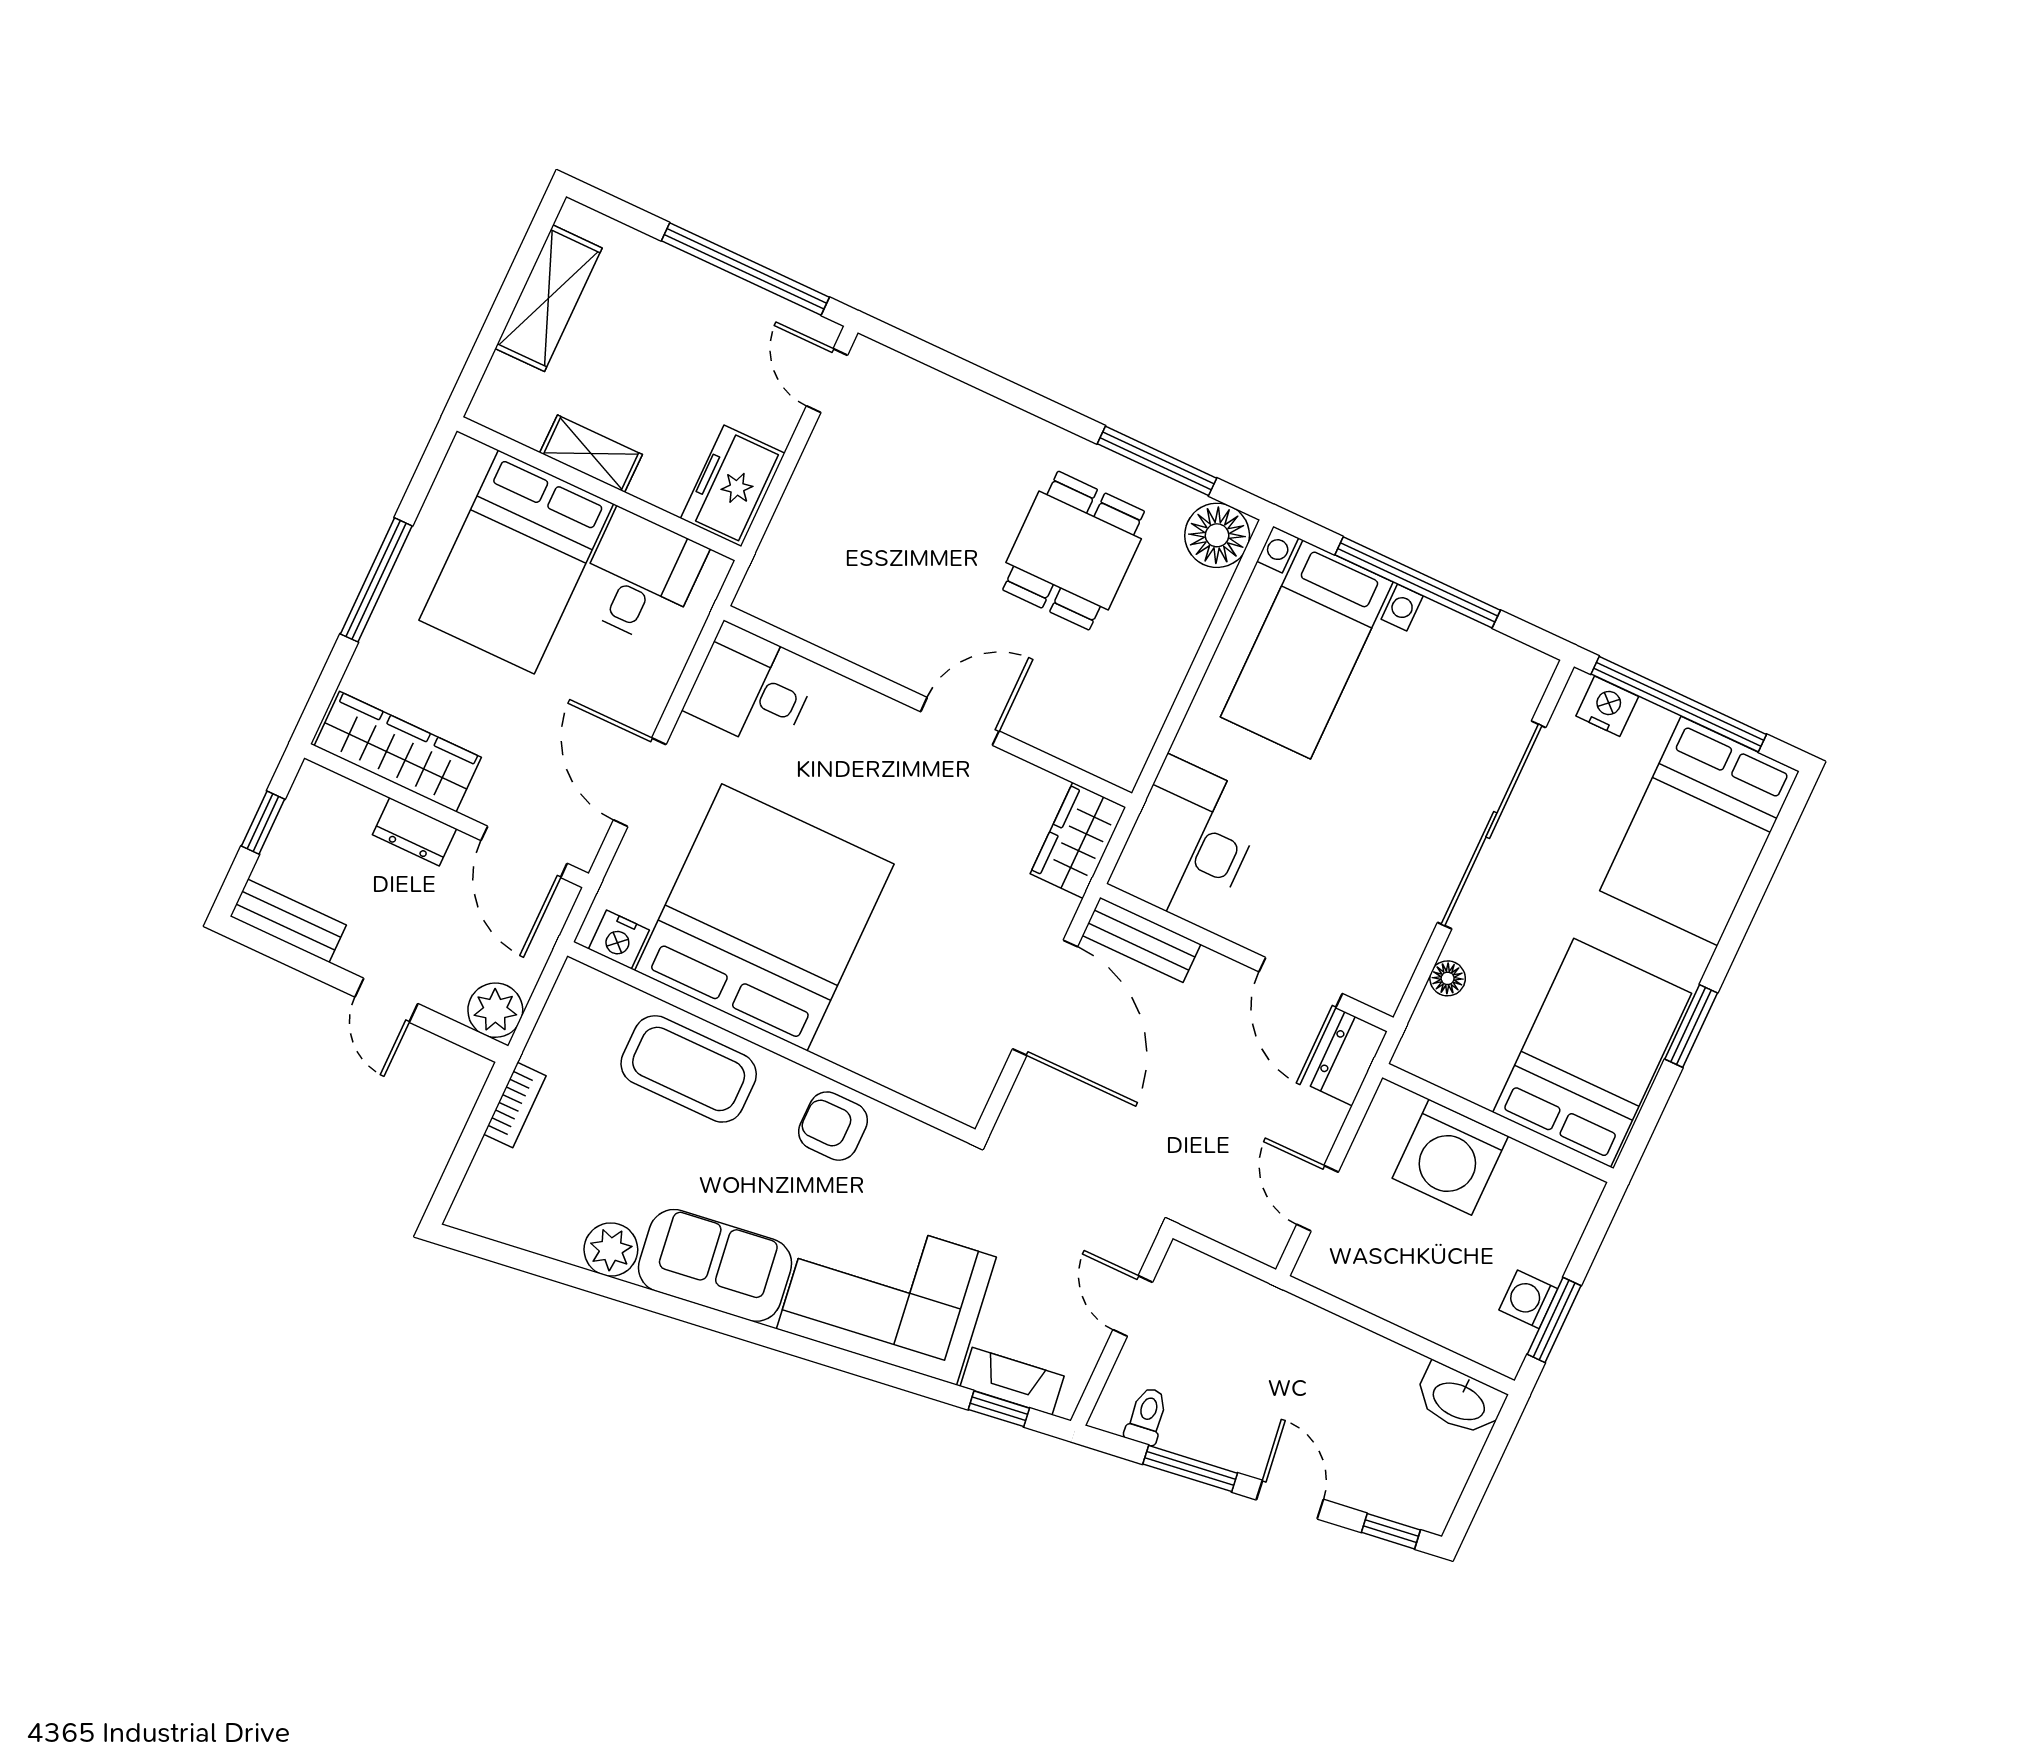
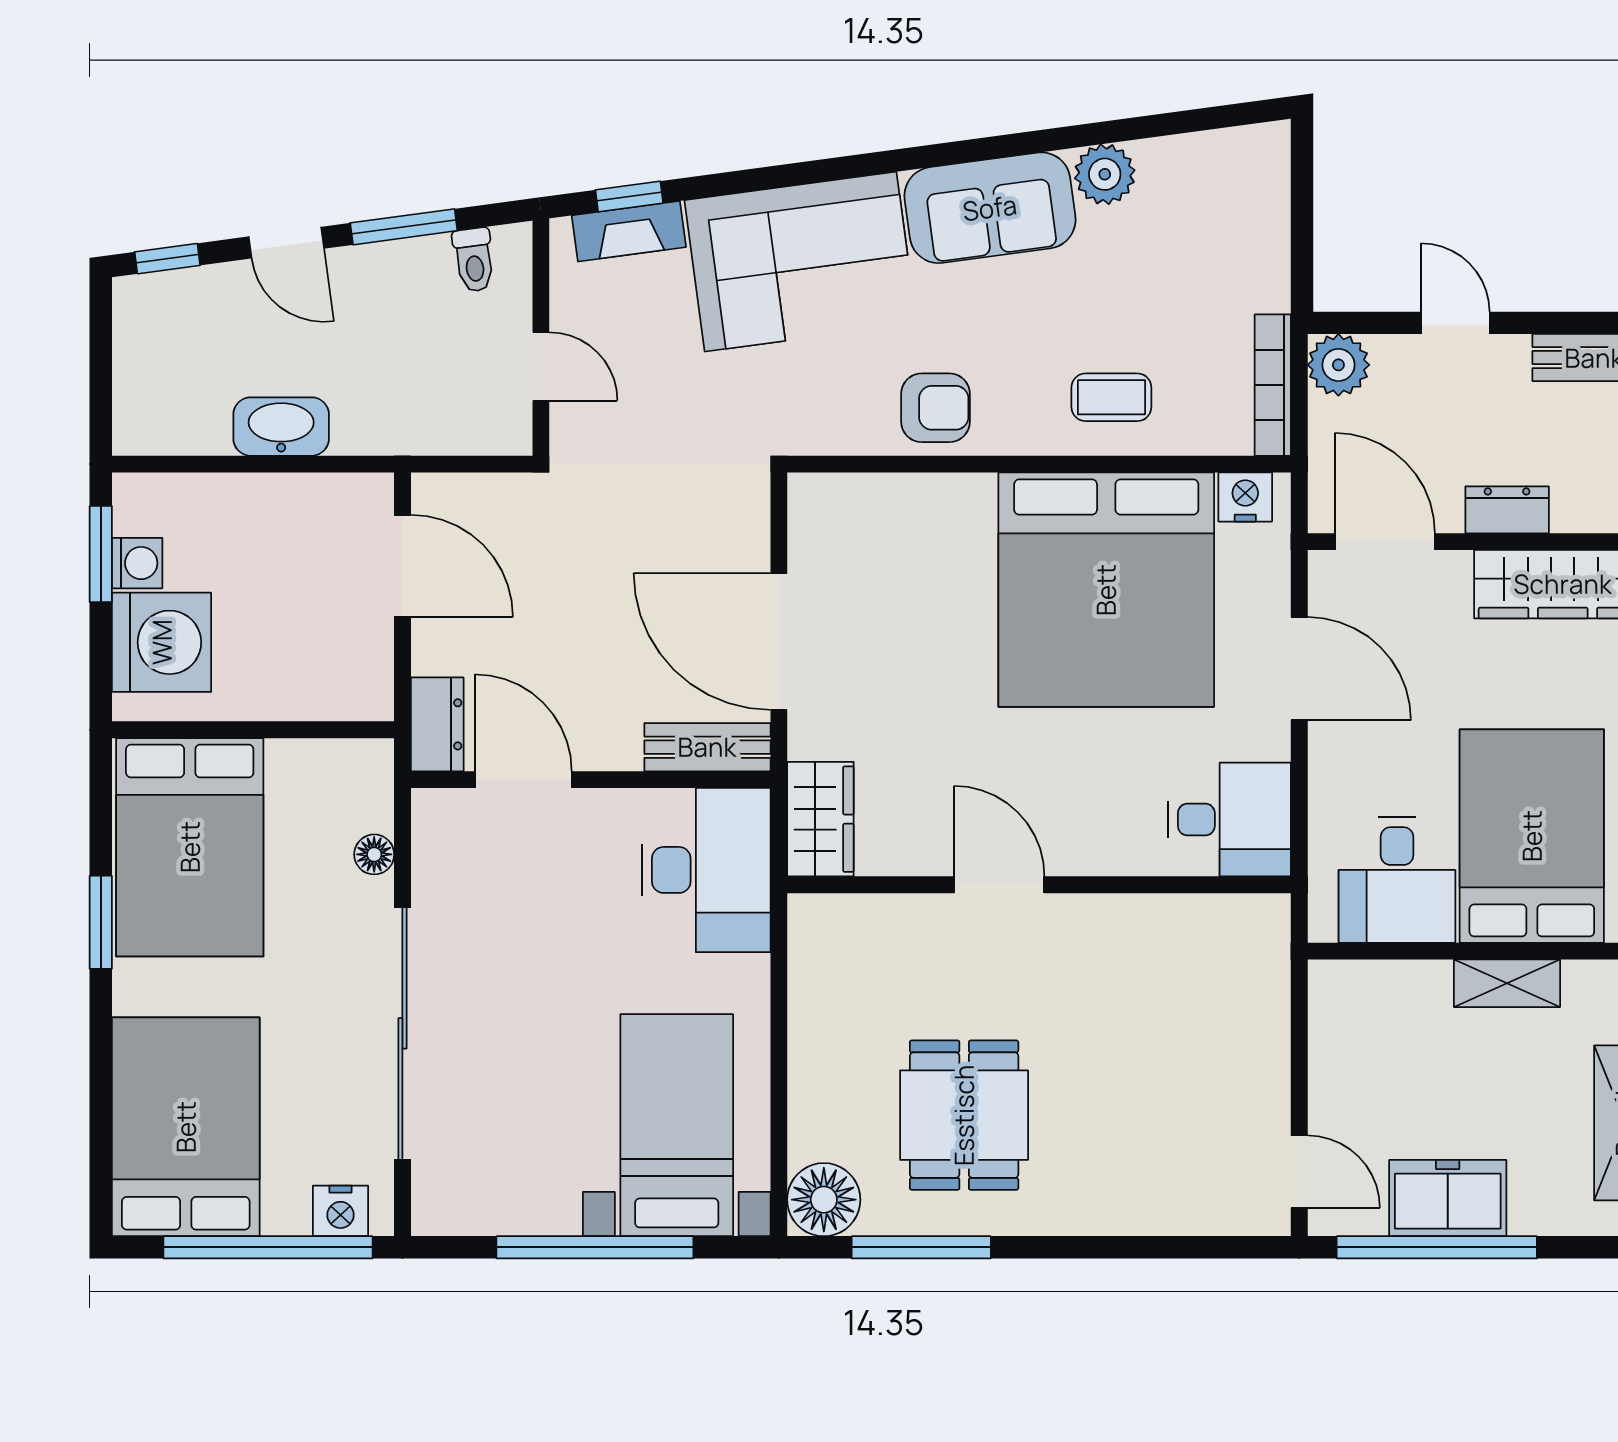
freezer: (733, 486) -> (1448, 1198), moved, turned -90
door: (960, 721) -> (999, 885), swing flipped
coffee table: (689, 1069) -> (1111, 397), width x0.54, depth x0.58
bookcase: (515, 1105) -> (1273, 385), moved, width x1.56
washing machine: (1450, 1157) -> (162, 642), moved, turned 90
door: (1318, 1198) -> (402, 566), width x1.38
washbasin: (1459, 1400) -> (281, 427), moved

